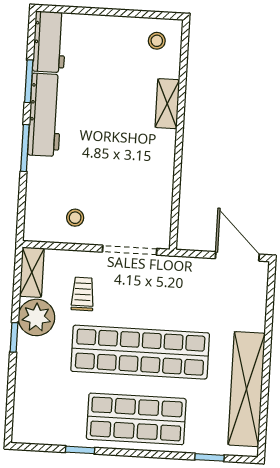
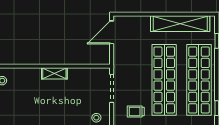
shelving: (167, 104) -> (54, 73), moved
shop shelf: (136, 419) -> (199, 80), width x1.40

